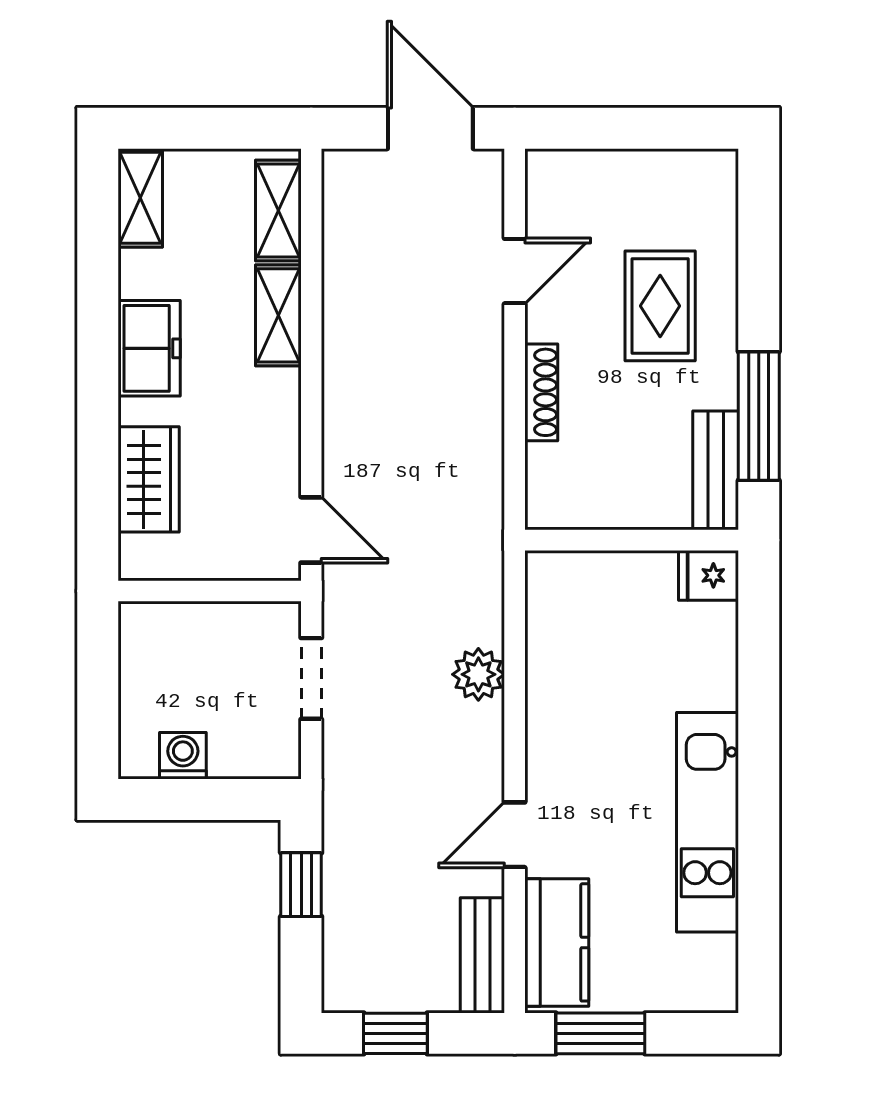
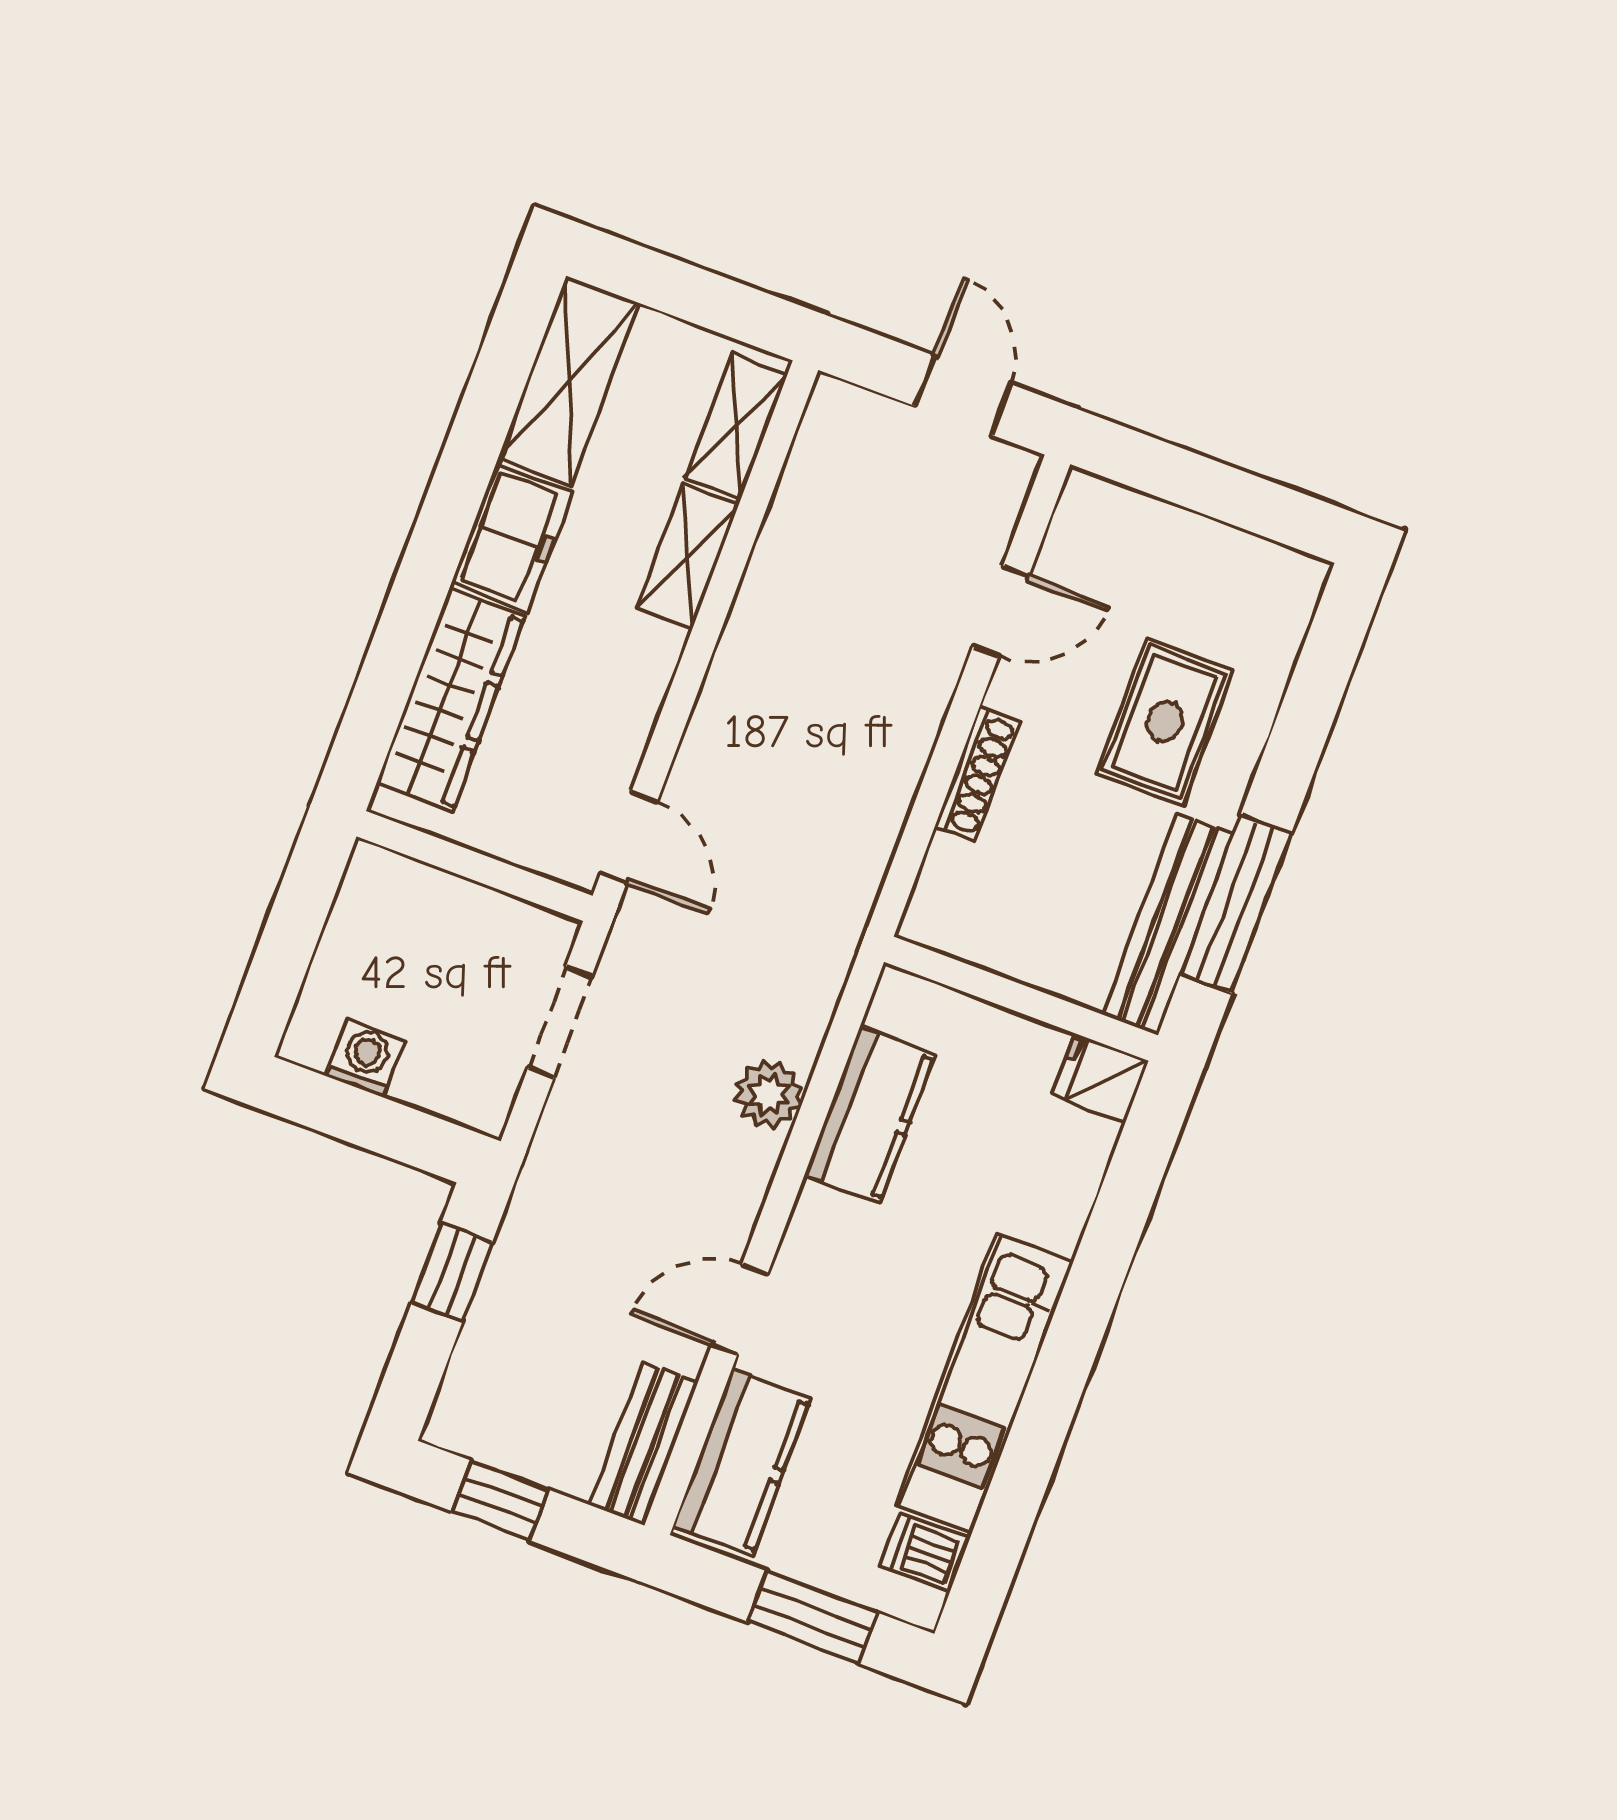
door: (430, 128) -> (962, 395), width x0.73
shelving: (140, 198) -> (568, 381), width x1.50, depth x1.33
bench: (716, 470) -> (1167, 924), width x1.36
wardrobe: (149, 479) -> (451, 700), width x1.50
kitchen counter: (555, 662) -> (870, 1115), added
dishwasher: (710, 958) -> (924, 1553), added
window: (600, 1033) -> (812, 1617), moved

